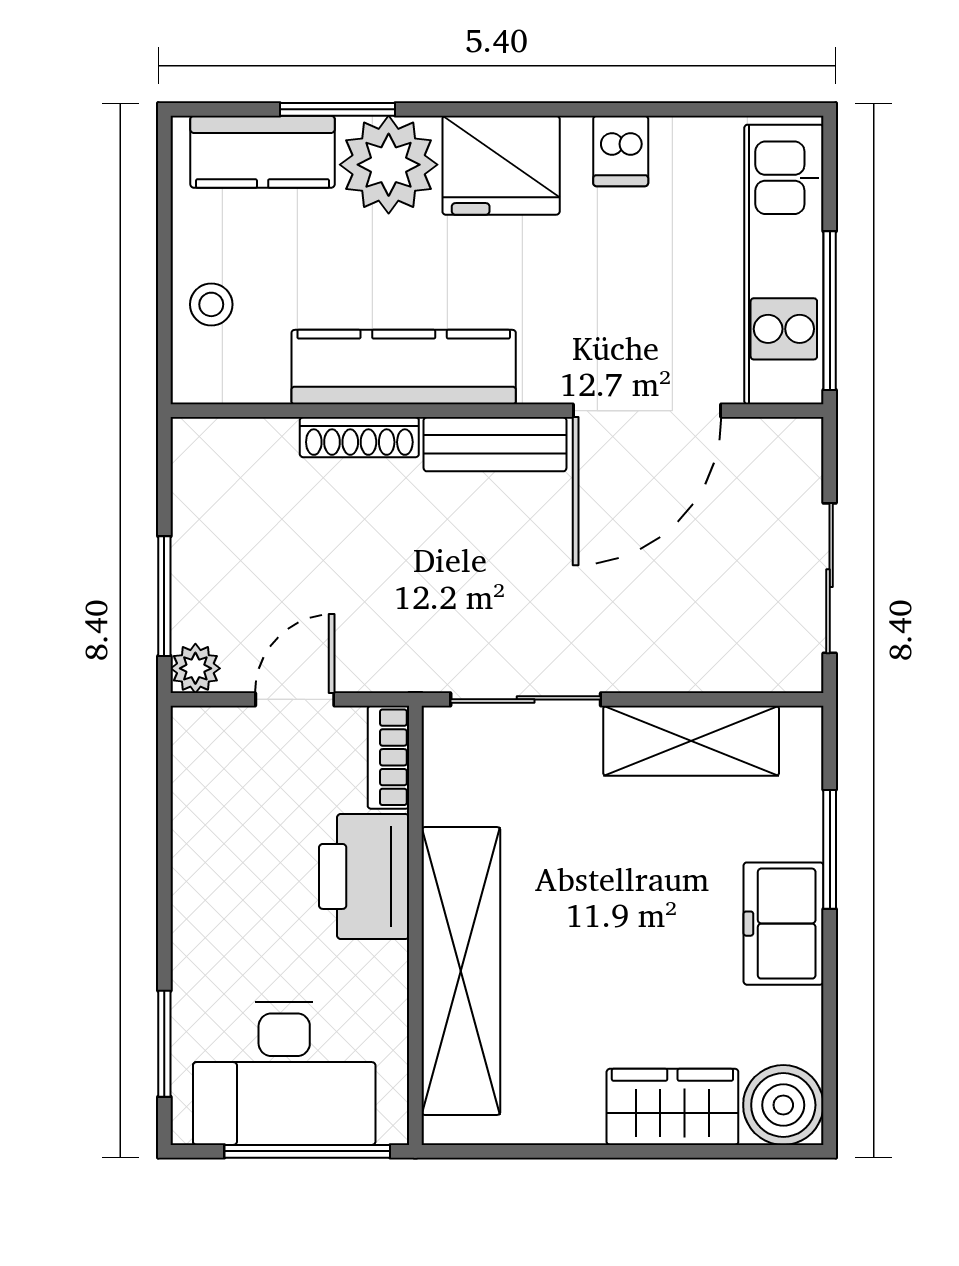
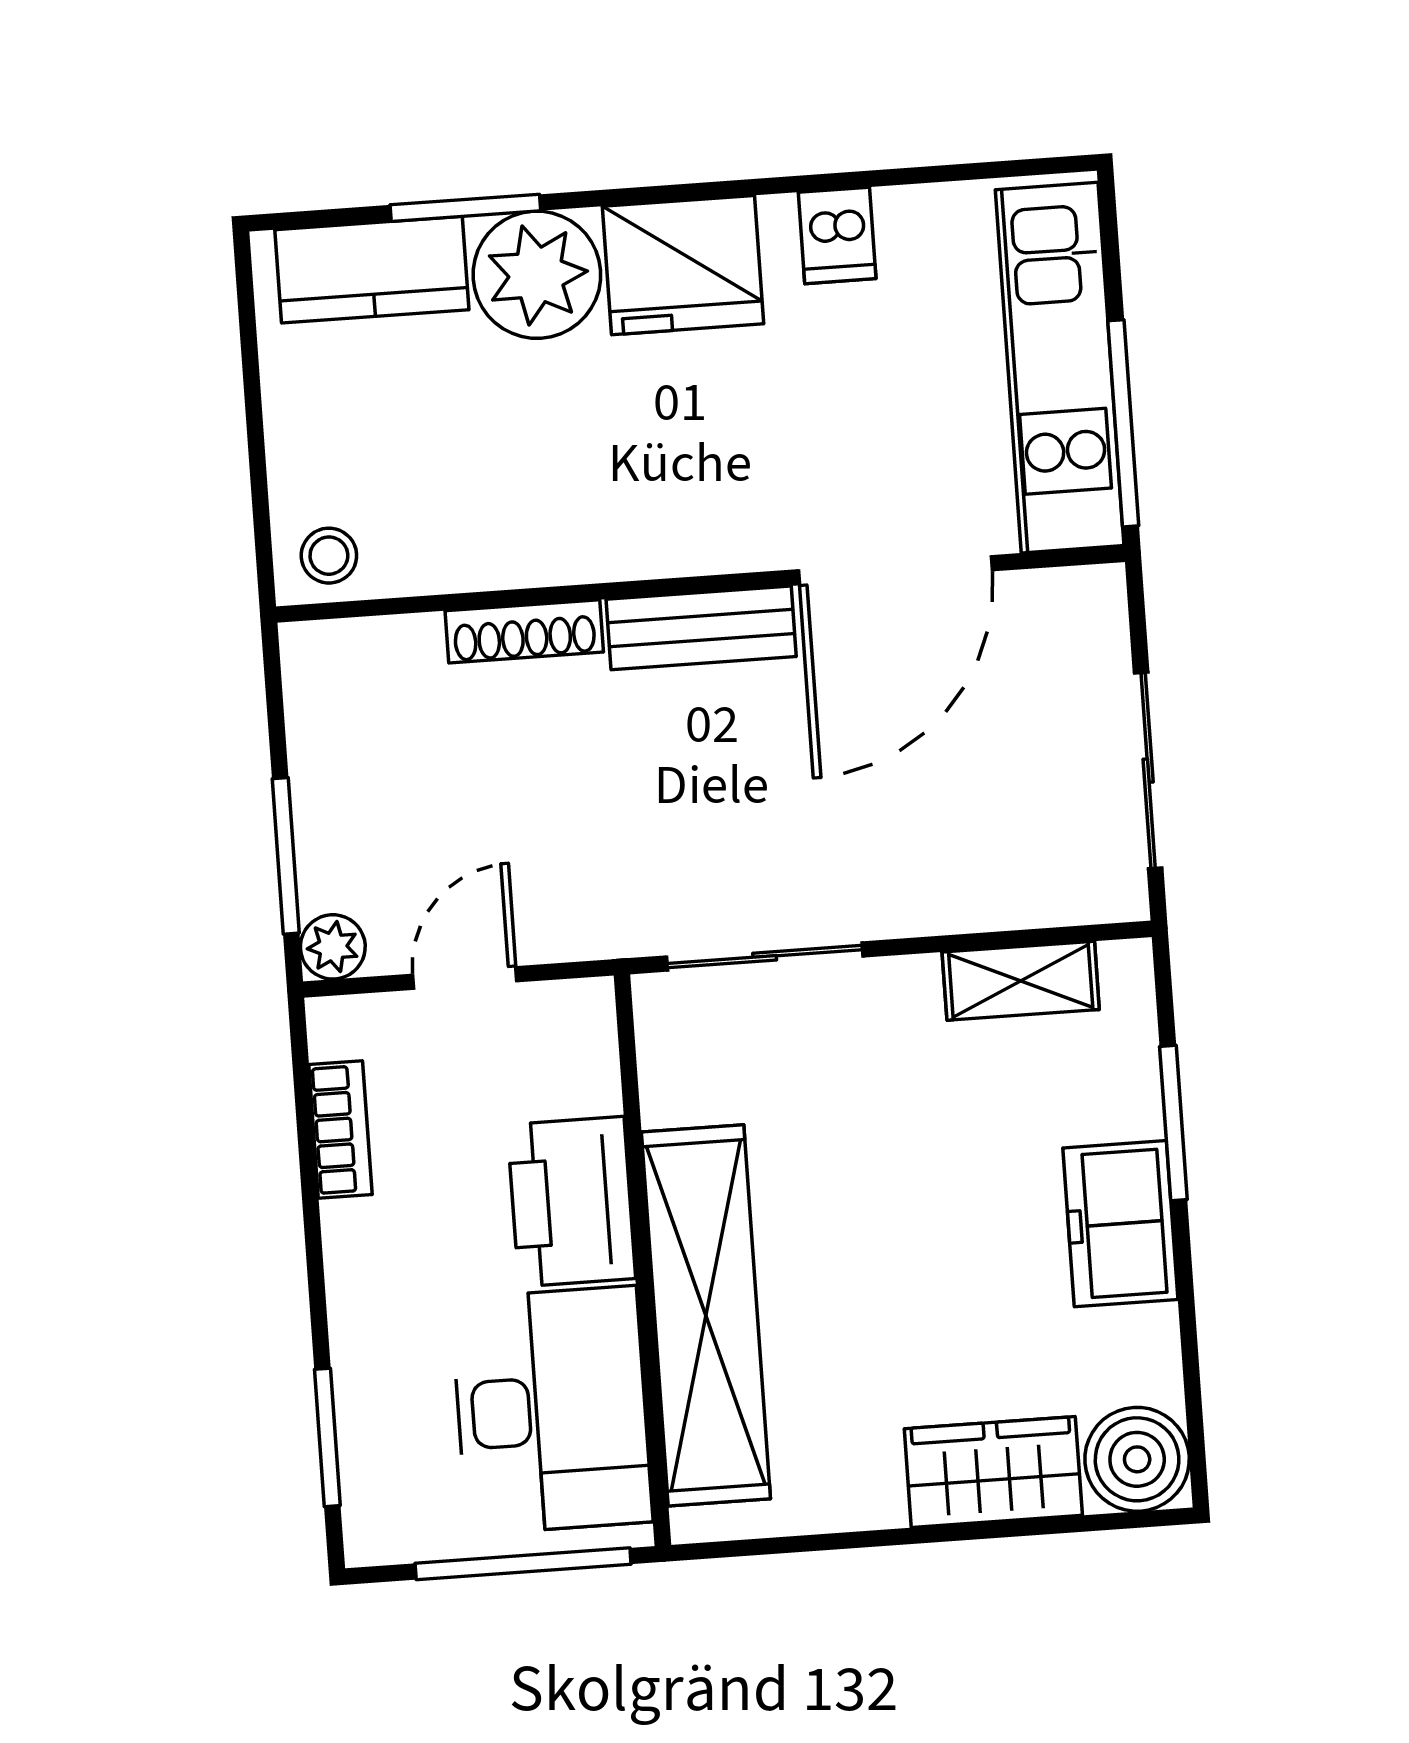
stool: (211, 304) -> (329, 556), moved
kitchen counter: (404, 367) -> (575, 536), removed
shelving: (691, 741) -> (1021, 981), width x0.67, depth x0.75
bookcase: (388, 757) -> (340, 1130), moved, turned 180
desk: (284, 1073) -> (552, 1410), moved, turned -90

